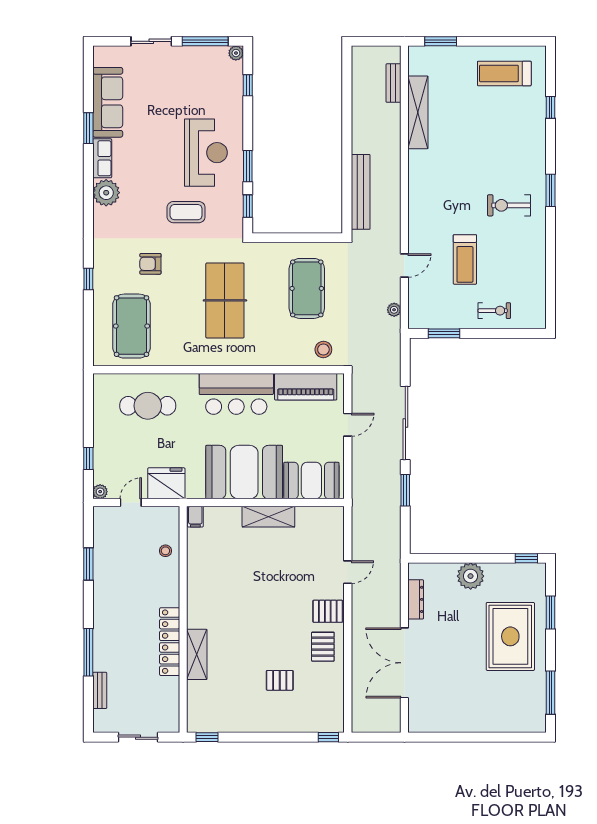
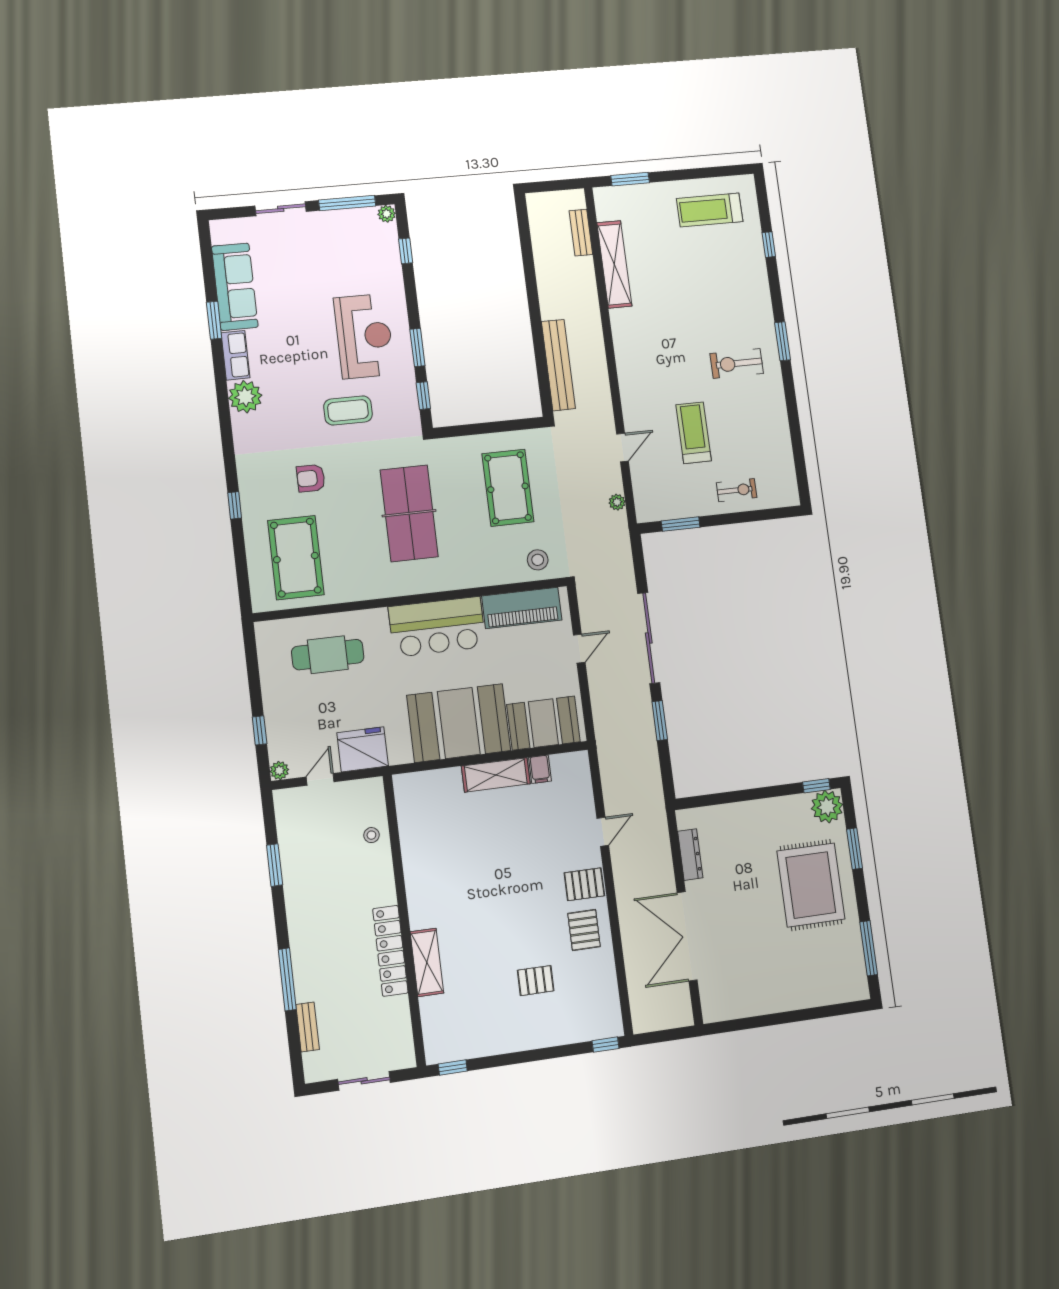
treadmill: (465, 259) -> (693, 433), turned 180
filing cabinet: (195, 517) -> (540, 769), moved
plant: (471, 576) -> (827, 807), moved

